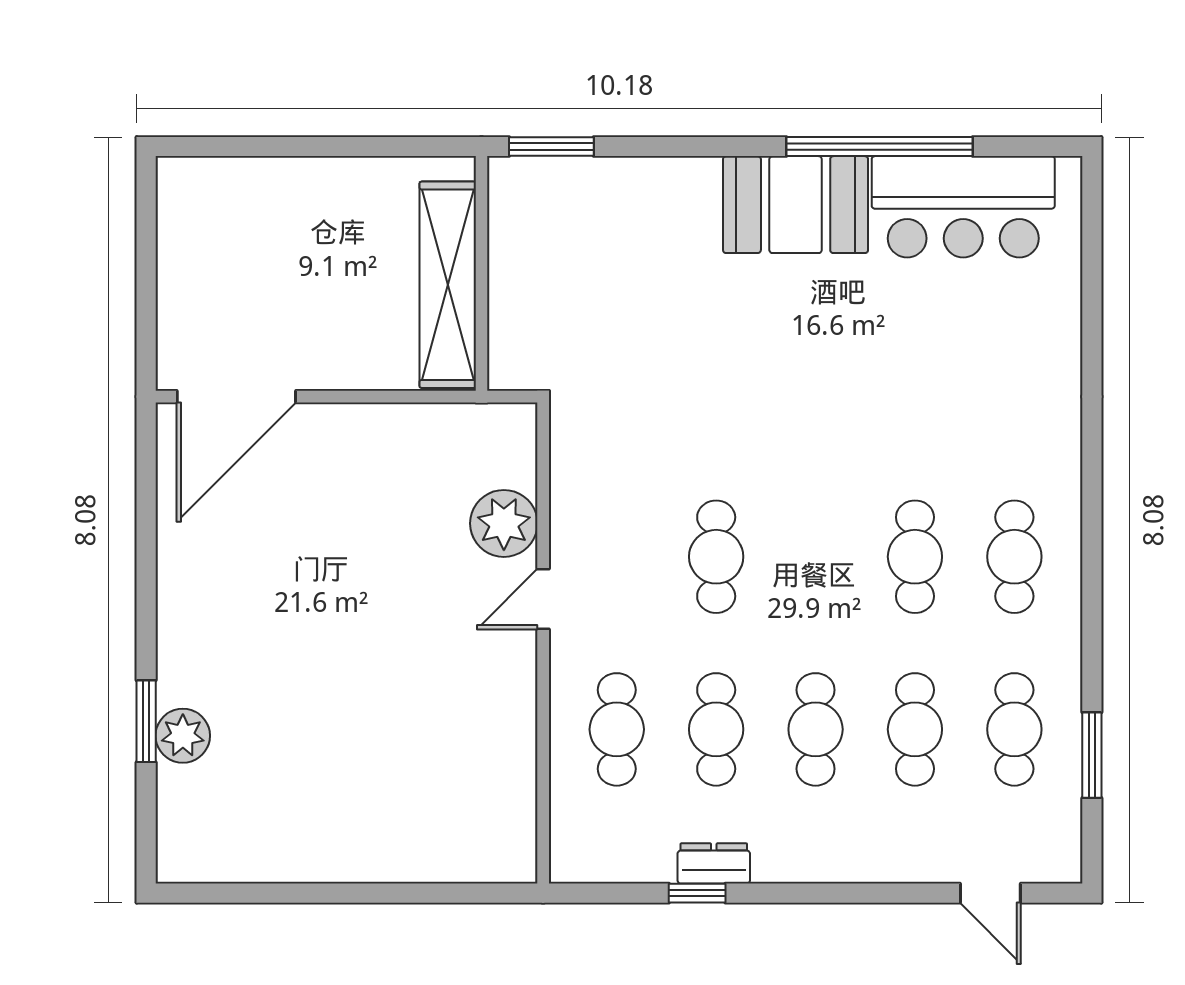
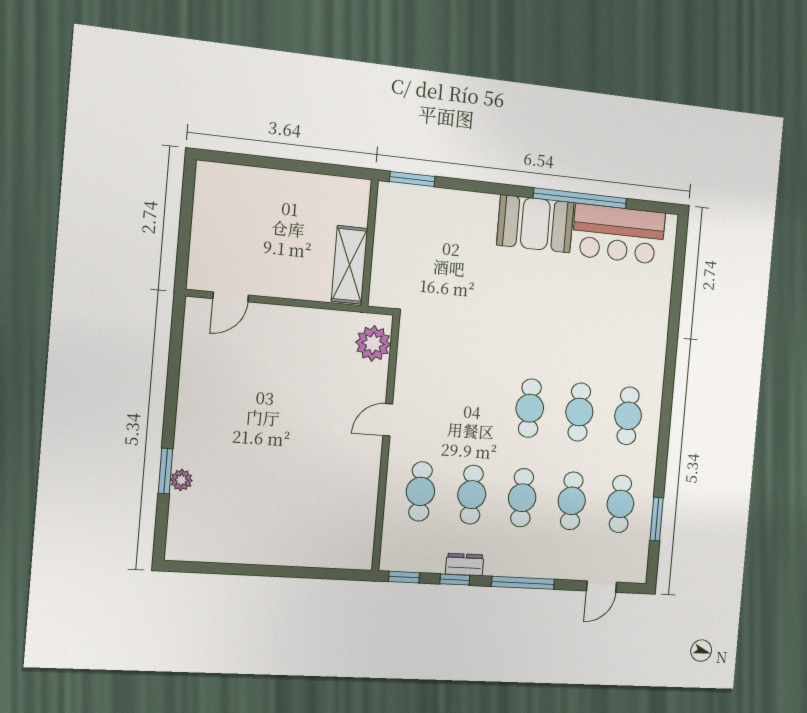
shelving: (448, 285) -> (349, 265), width x0.68
door: (236, 397) -> (231, 297), width x0.53
plant: (504, 523) -> (373, 343), moved
cafe table: (716, 557) -> (530, 408), moved
plant: (183, 736) -> (181, 480), width x0.73, depth x0.73
window: (599, 893) -> (404, 577), added
window: (832, 893) -> (523, 583), added
door: (990, 893) -> (601, 587), hinge flipped

